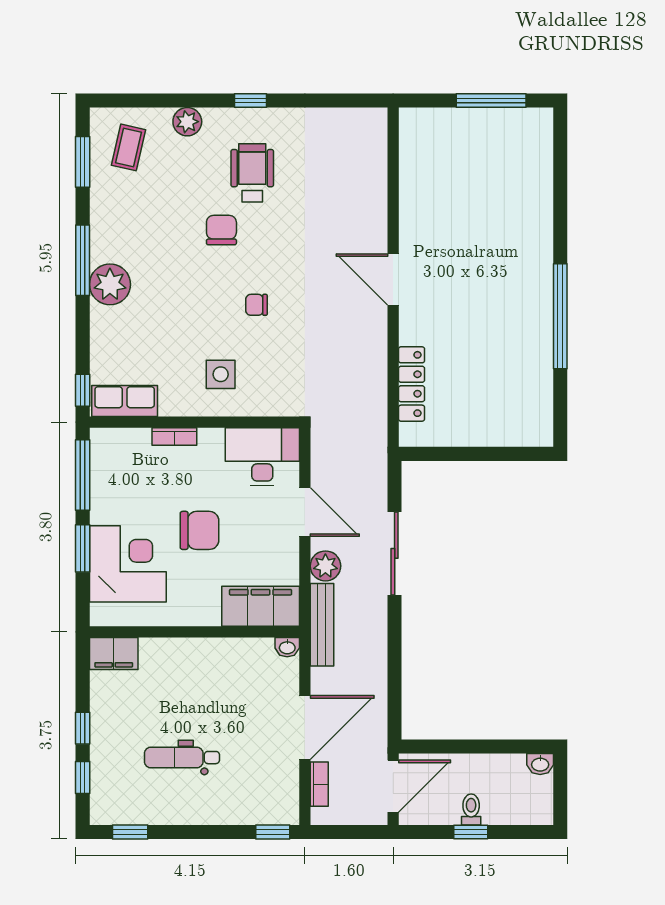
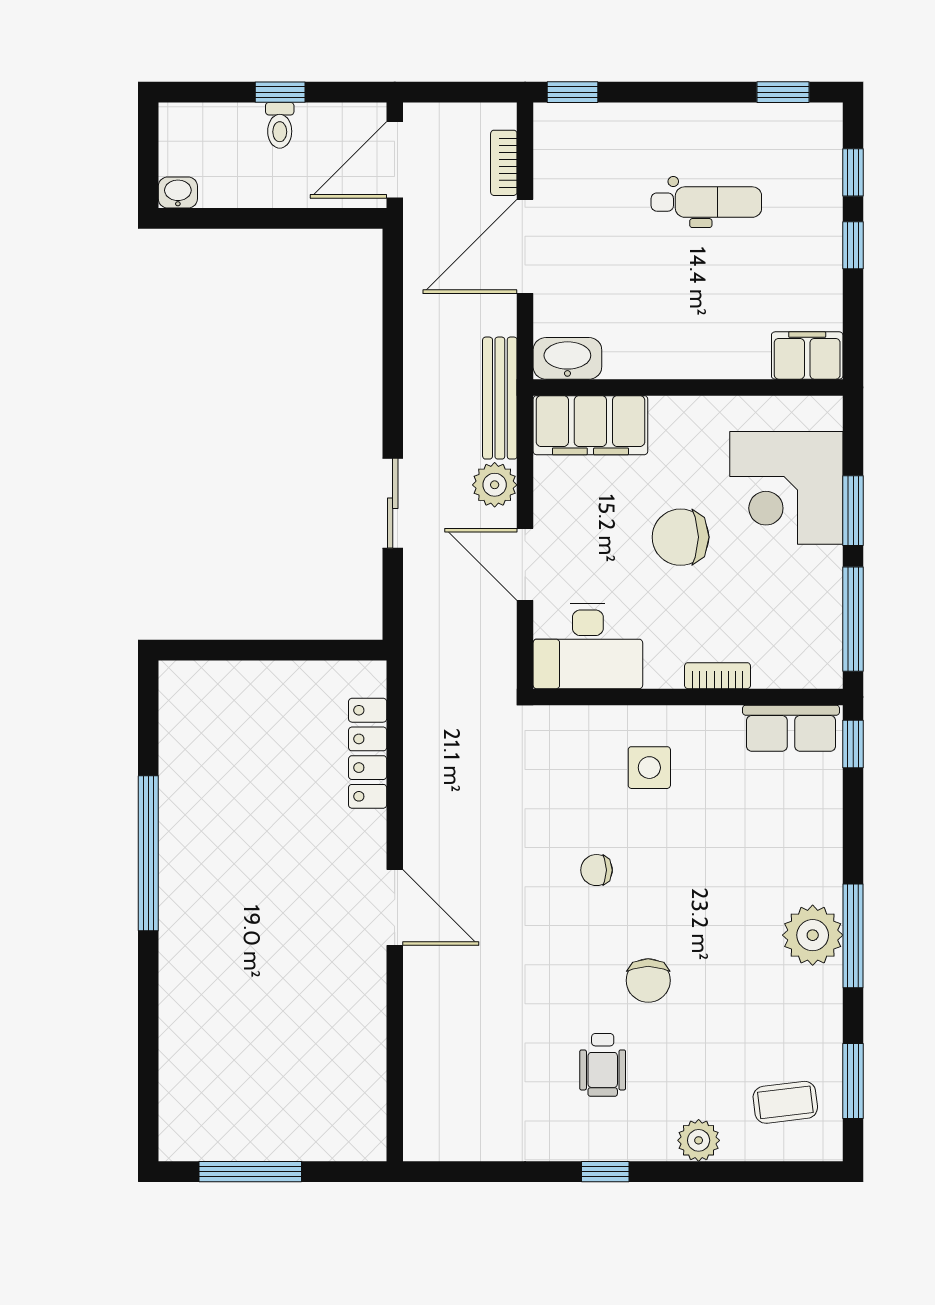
coffee table: (129, 147) -> (785, 1102), turned 70
wheelchair: (252, 173) -> (603, 1065), width x0.73, depth x0.73
plant: (110, 284) -> (813, 935), moved
chair: (256, 305) -> (597, 870), turned 180
sliding door: (395, 553) -> (393, 503), width x0.73
washbasin: (287, 647) -> (567, 358), width x1.91, depth x1.45

